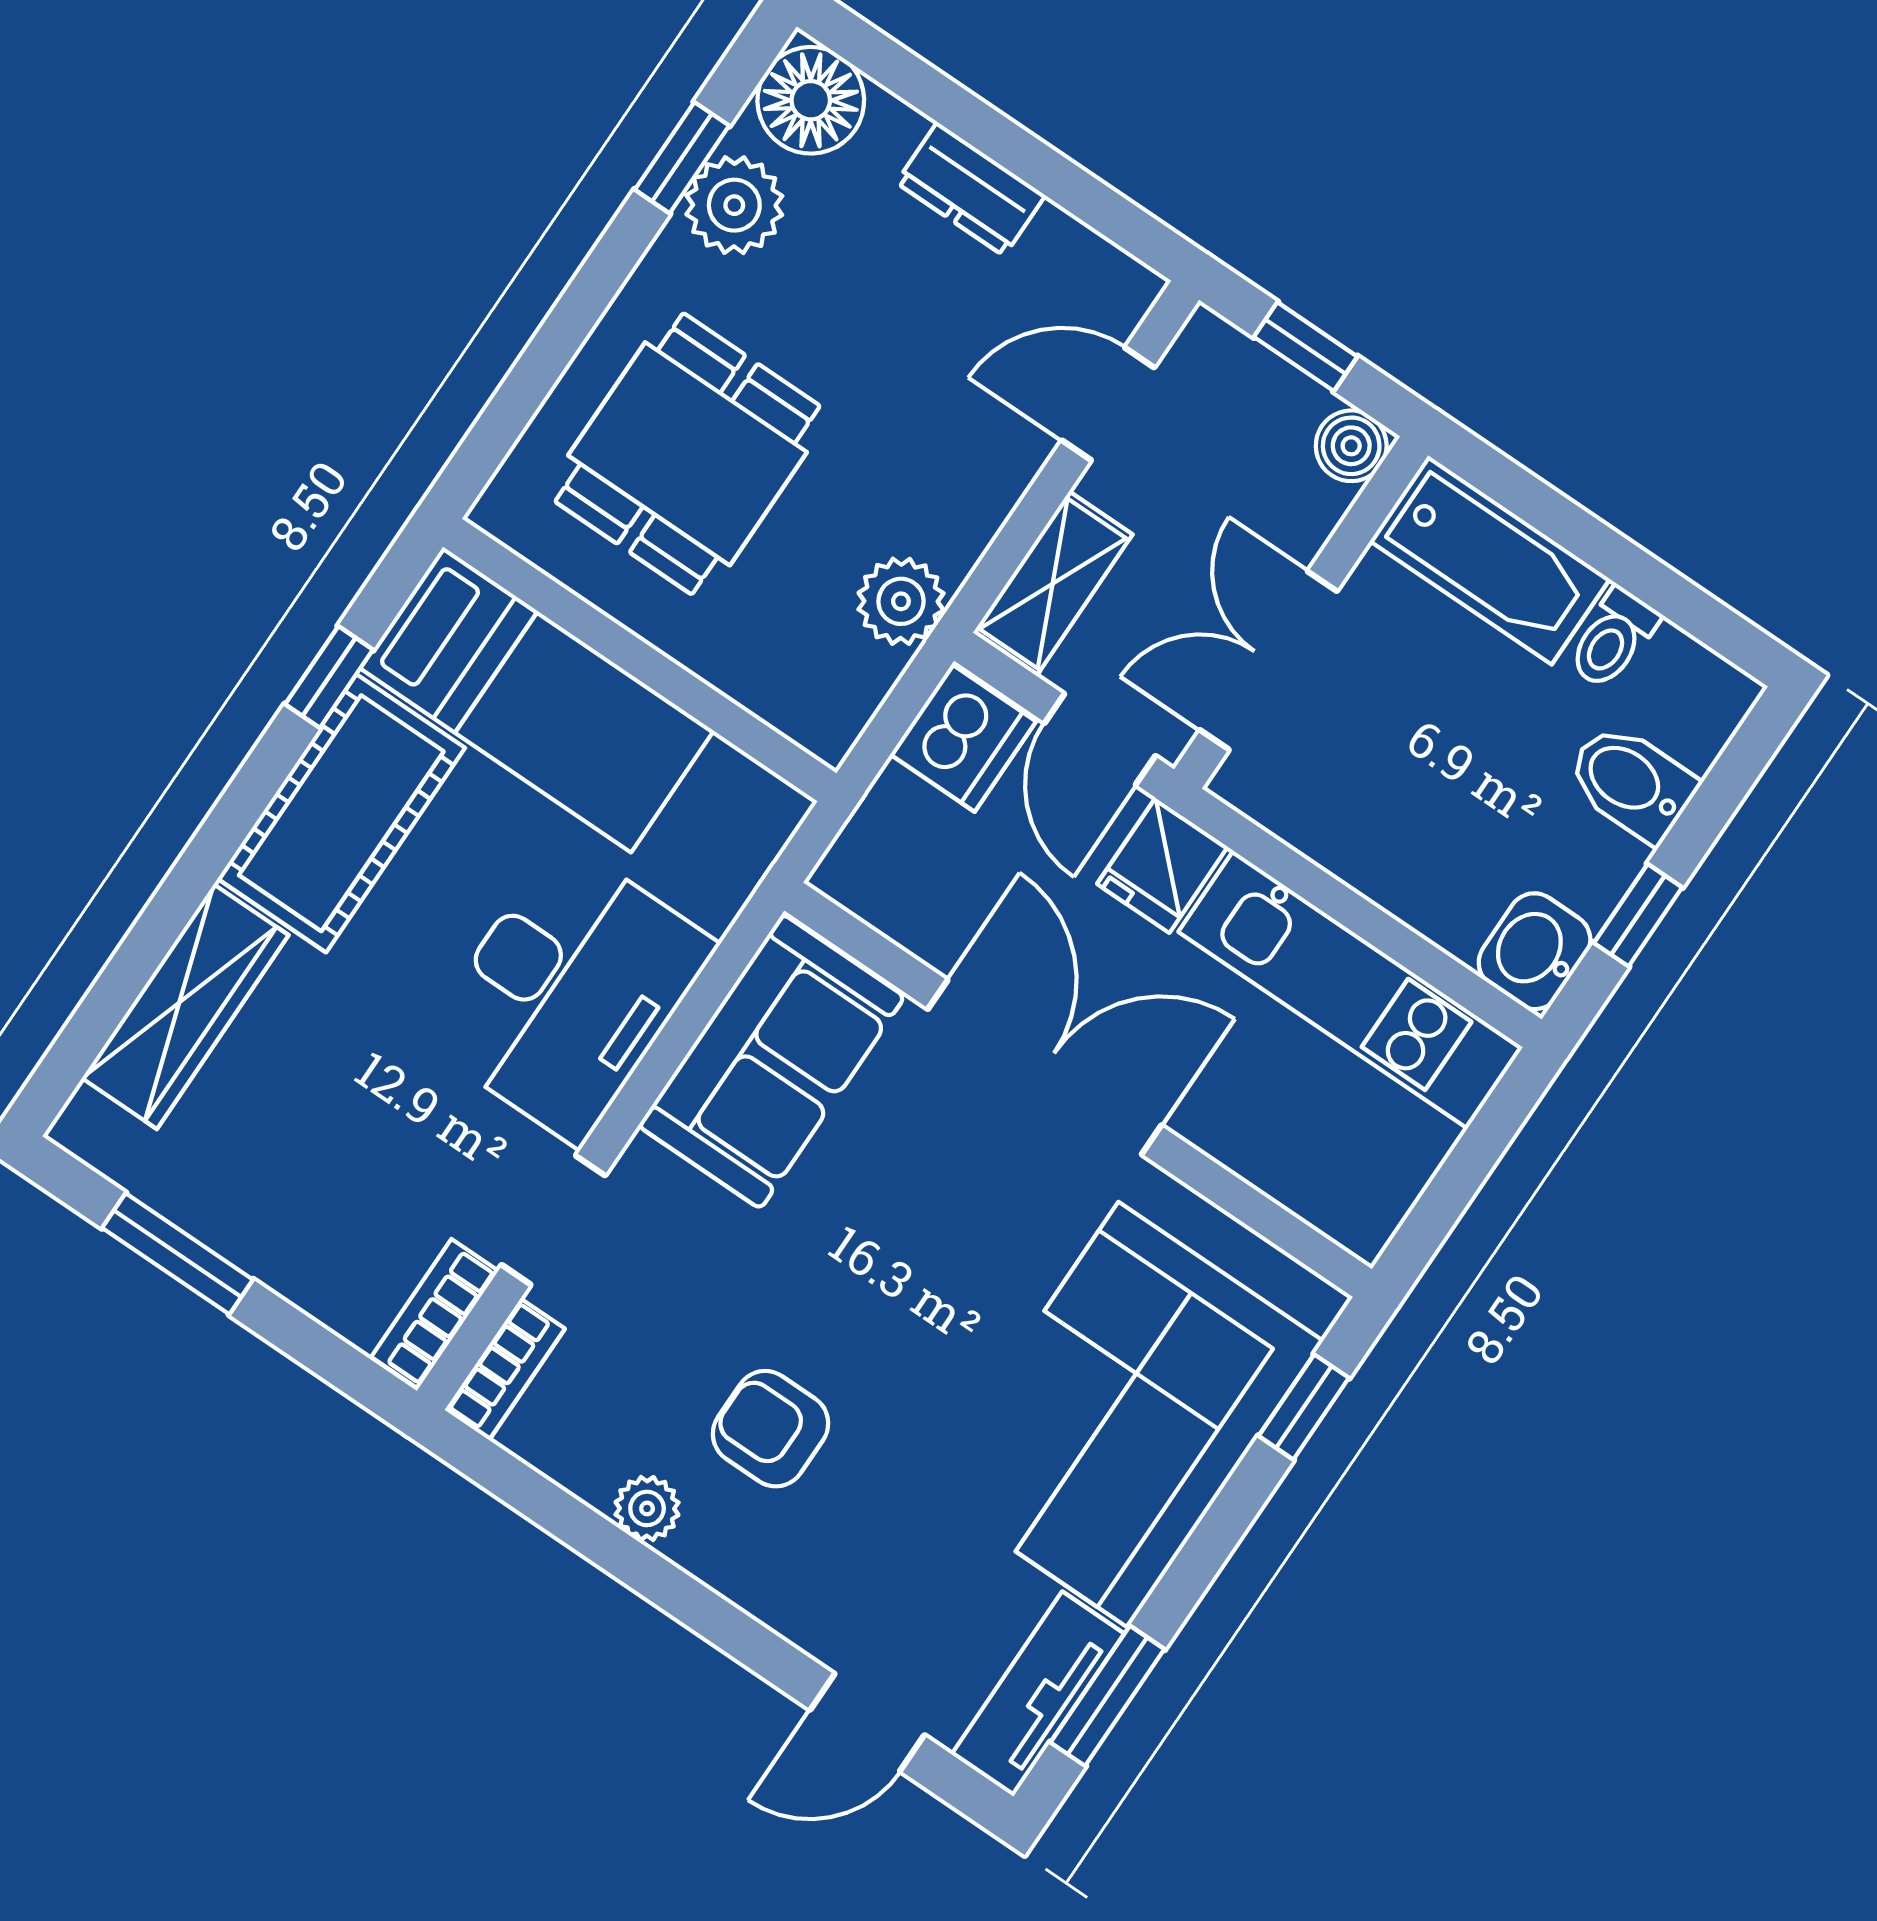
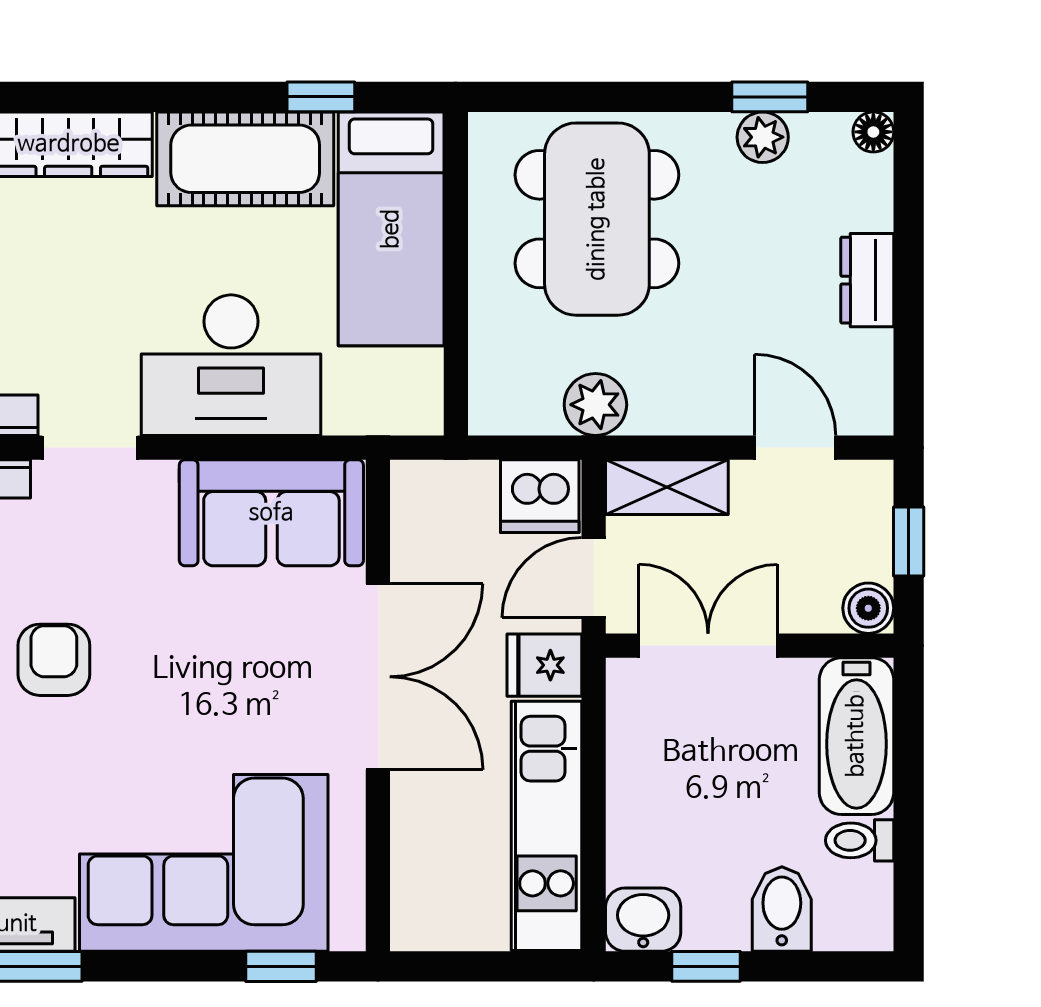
floor lamp: (811, 100) -> (873, 132), width x0.53, depth x0.53
plant: (734, 205) -> (763, 137), width x0.73, depth x0.73
dining table: (688, 454) -> (597, 219), width x1.38

